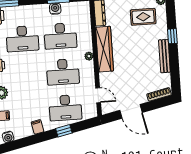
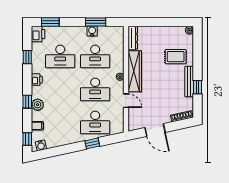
rug: (143, 17) -> (176, 57), moved
window: (172, 36) -> (198, 87), moved
door: (98, 95) -> (126, 101), moved
filing cabinet: (38, 127) -> (68, 138), removed

